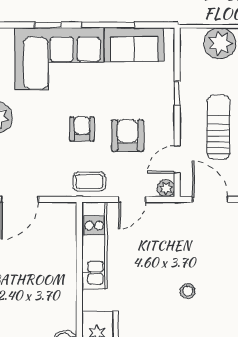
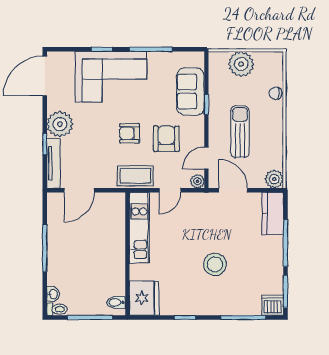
sofa: (134, 45) -> (191, 92), moved, turned 90
armchair: (82, 129) -> (130, 133), turned -90
coffee table: (89, 182) -> (135, 176), width x1.36, depth x1.30
stool: (188, 291) -> (215, 264), width x1.89, depth x1.89

